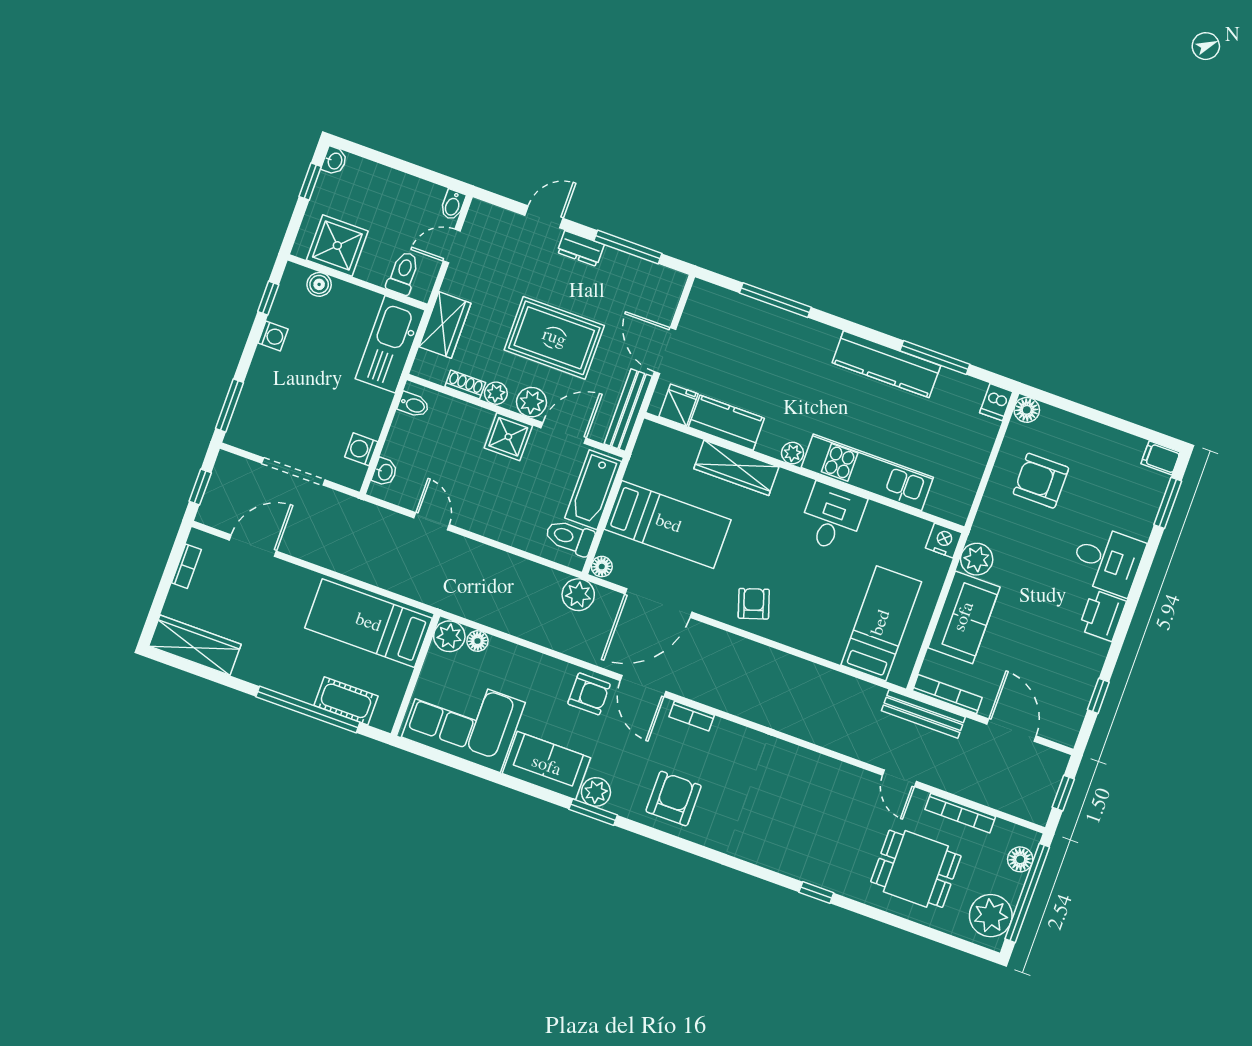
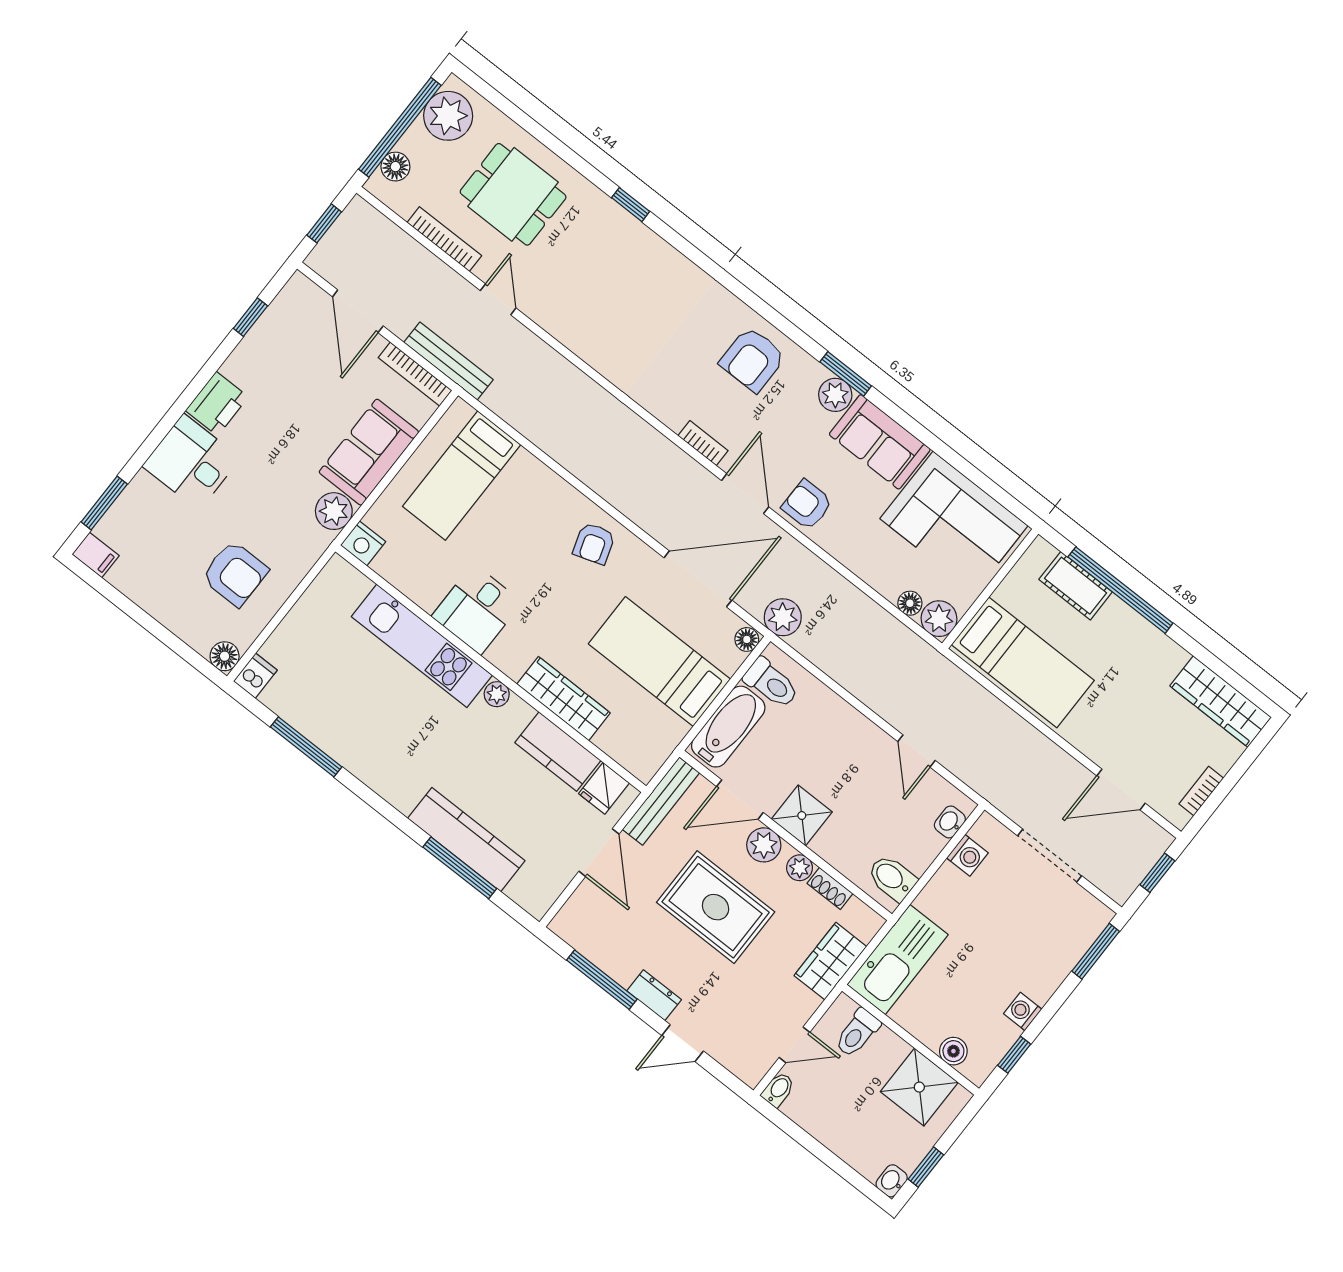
kitchen counter: (886, 364) -> (466, 840), moved
bidet: (413, 405) -> (892, 878), width x1.38, depth x1.36

